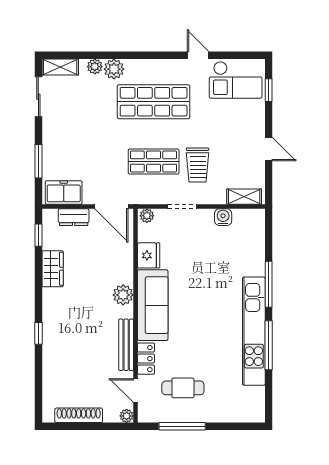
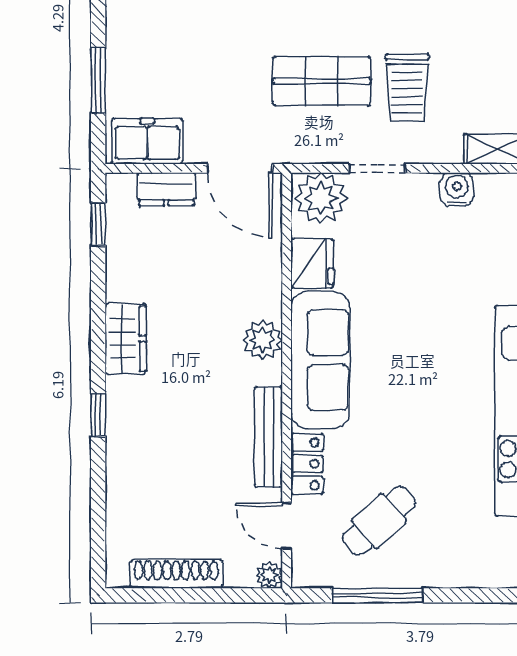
plant: (147, 216) -> (321, 198), width x1.88, depth x1.88
wardrobe: (53, 269) -> (126, 339), moved
cafe table: (183, 388) -> (379, 521), turned -42

